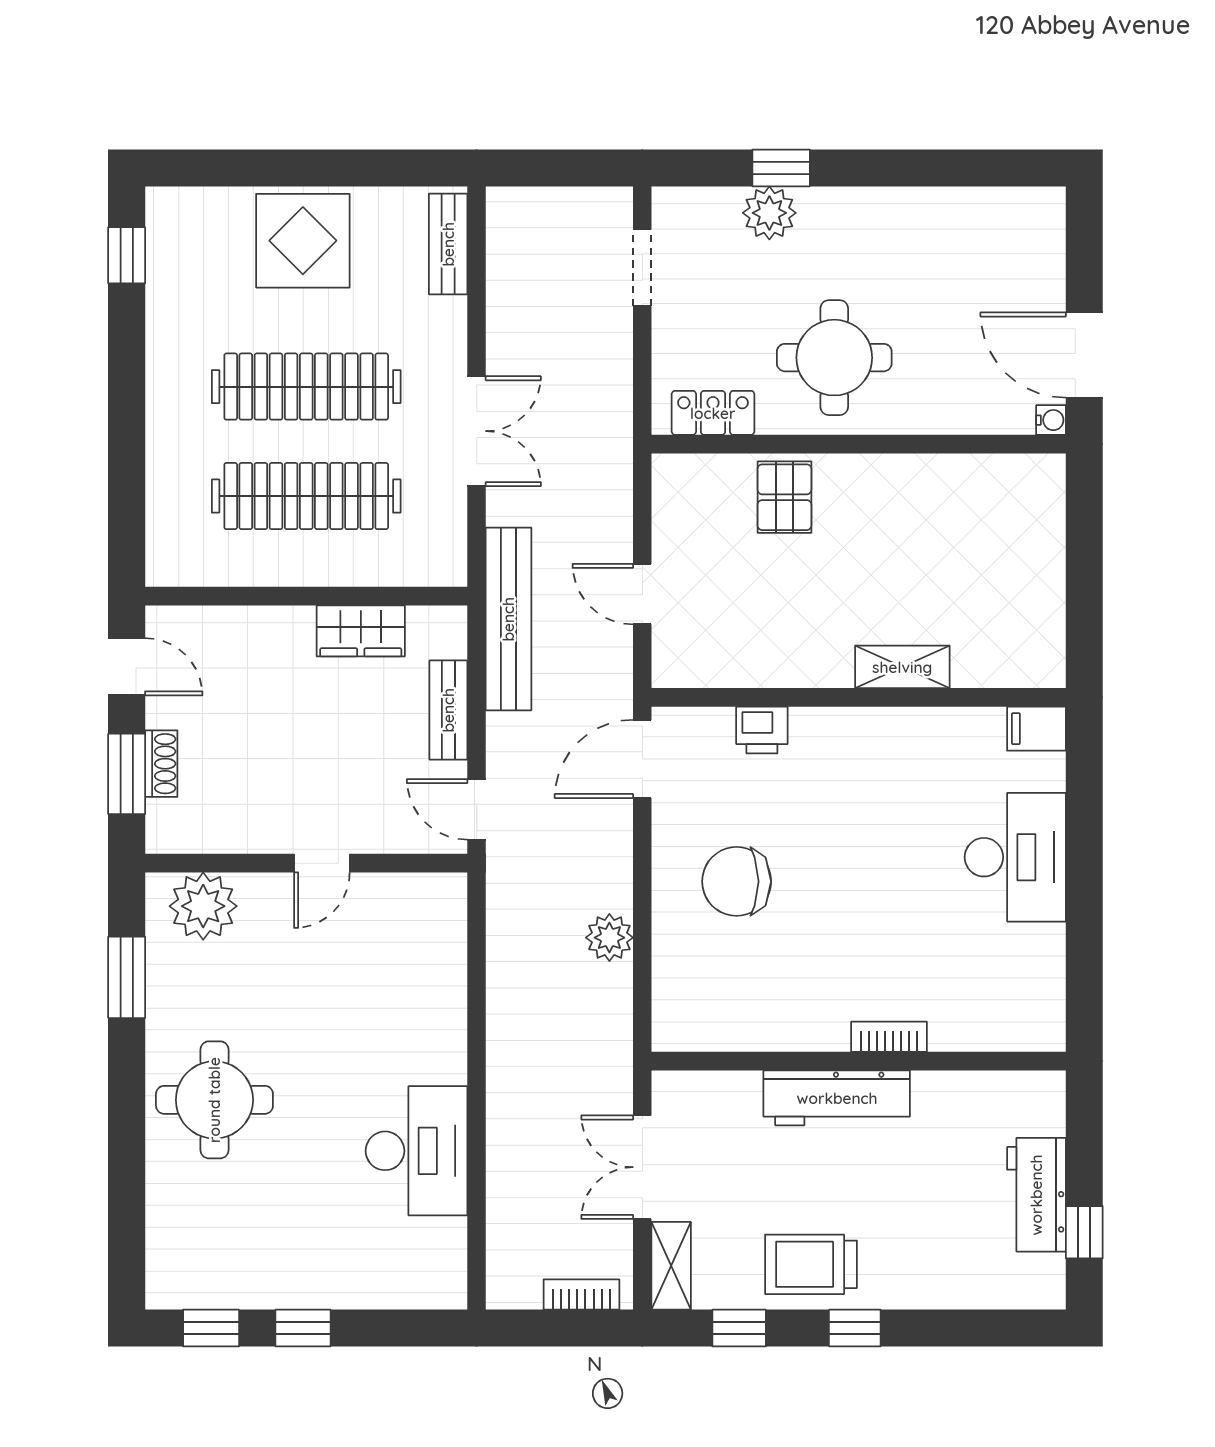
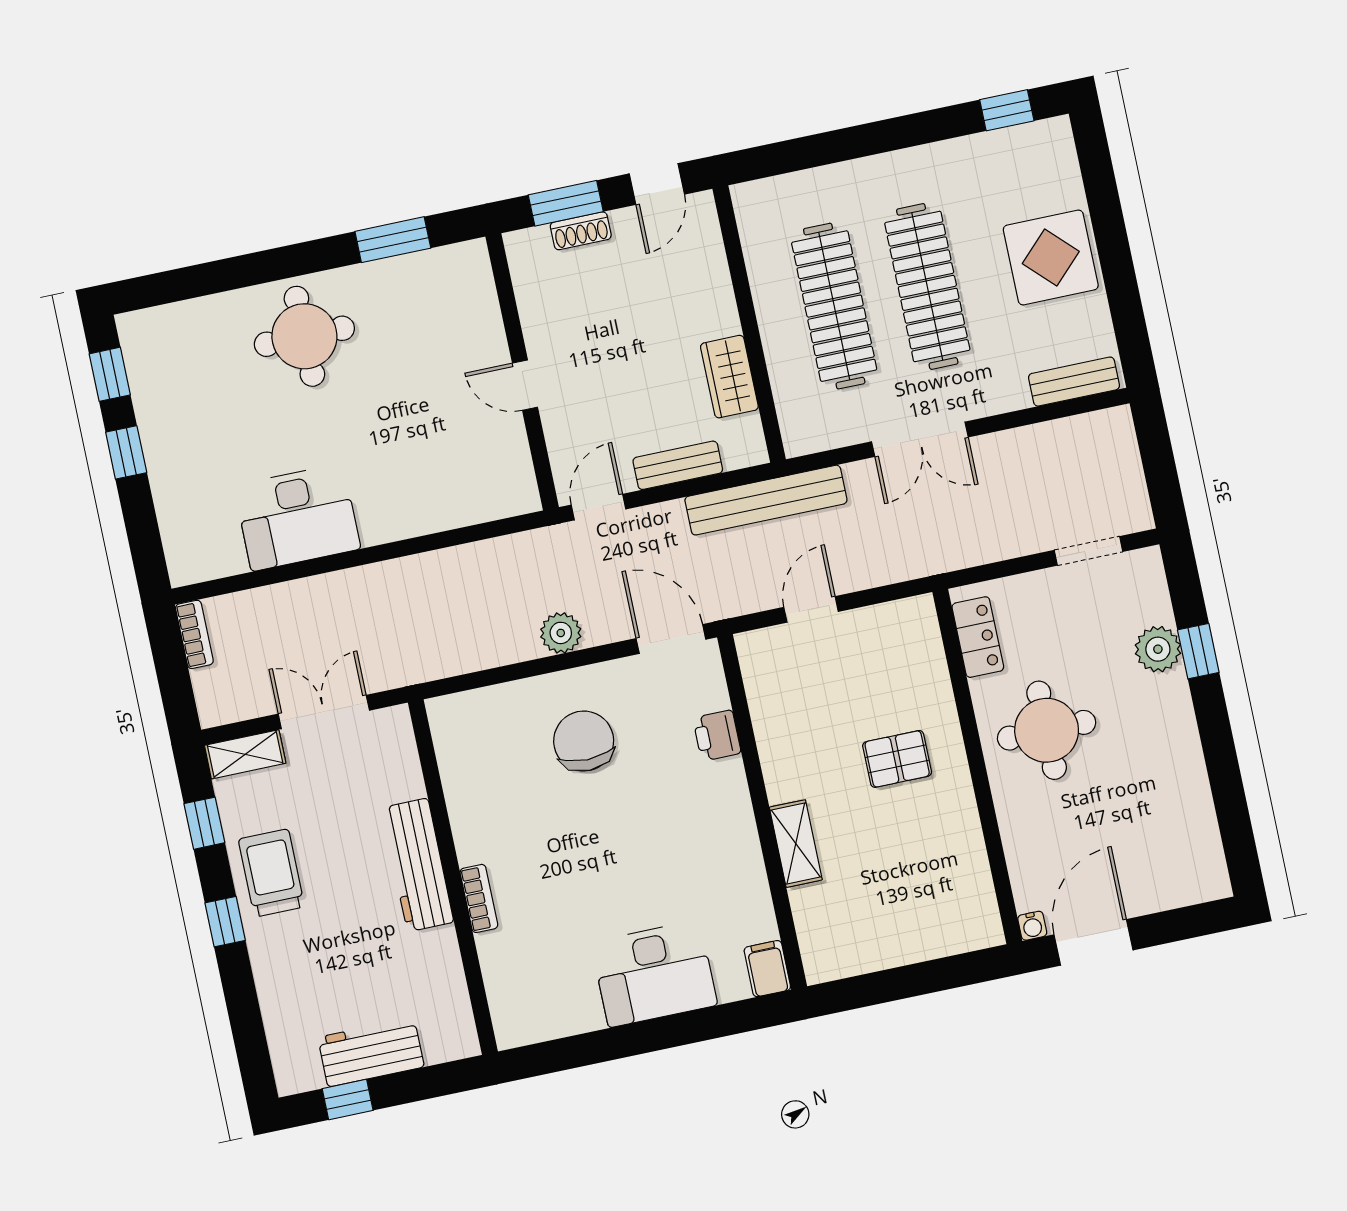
pallet: (784, 497) -> (897, 759), moved
plant: (203, 906) -> (467, 292), removed
plant: (609, 938) -> (561, 633), moved
bookcase: (581, 1295) -> (194, 634), moved

